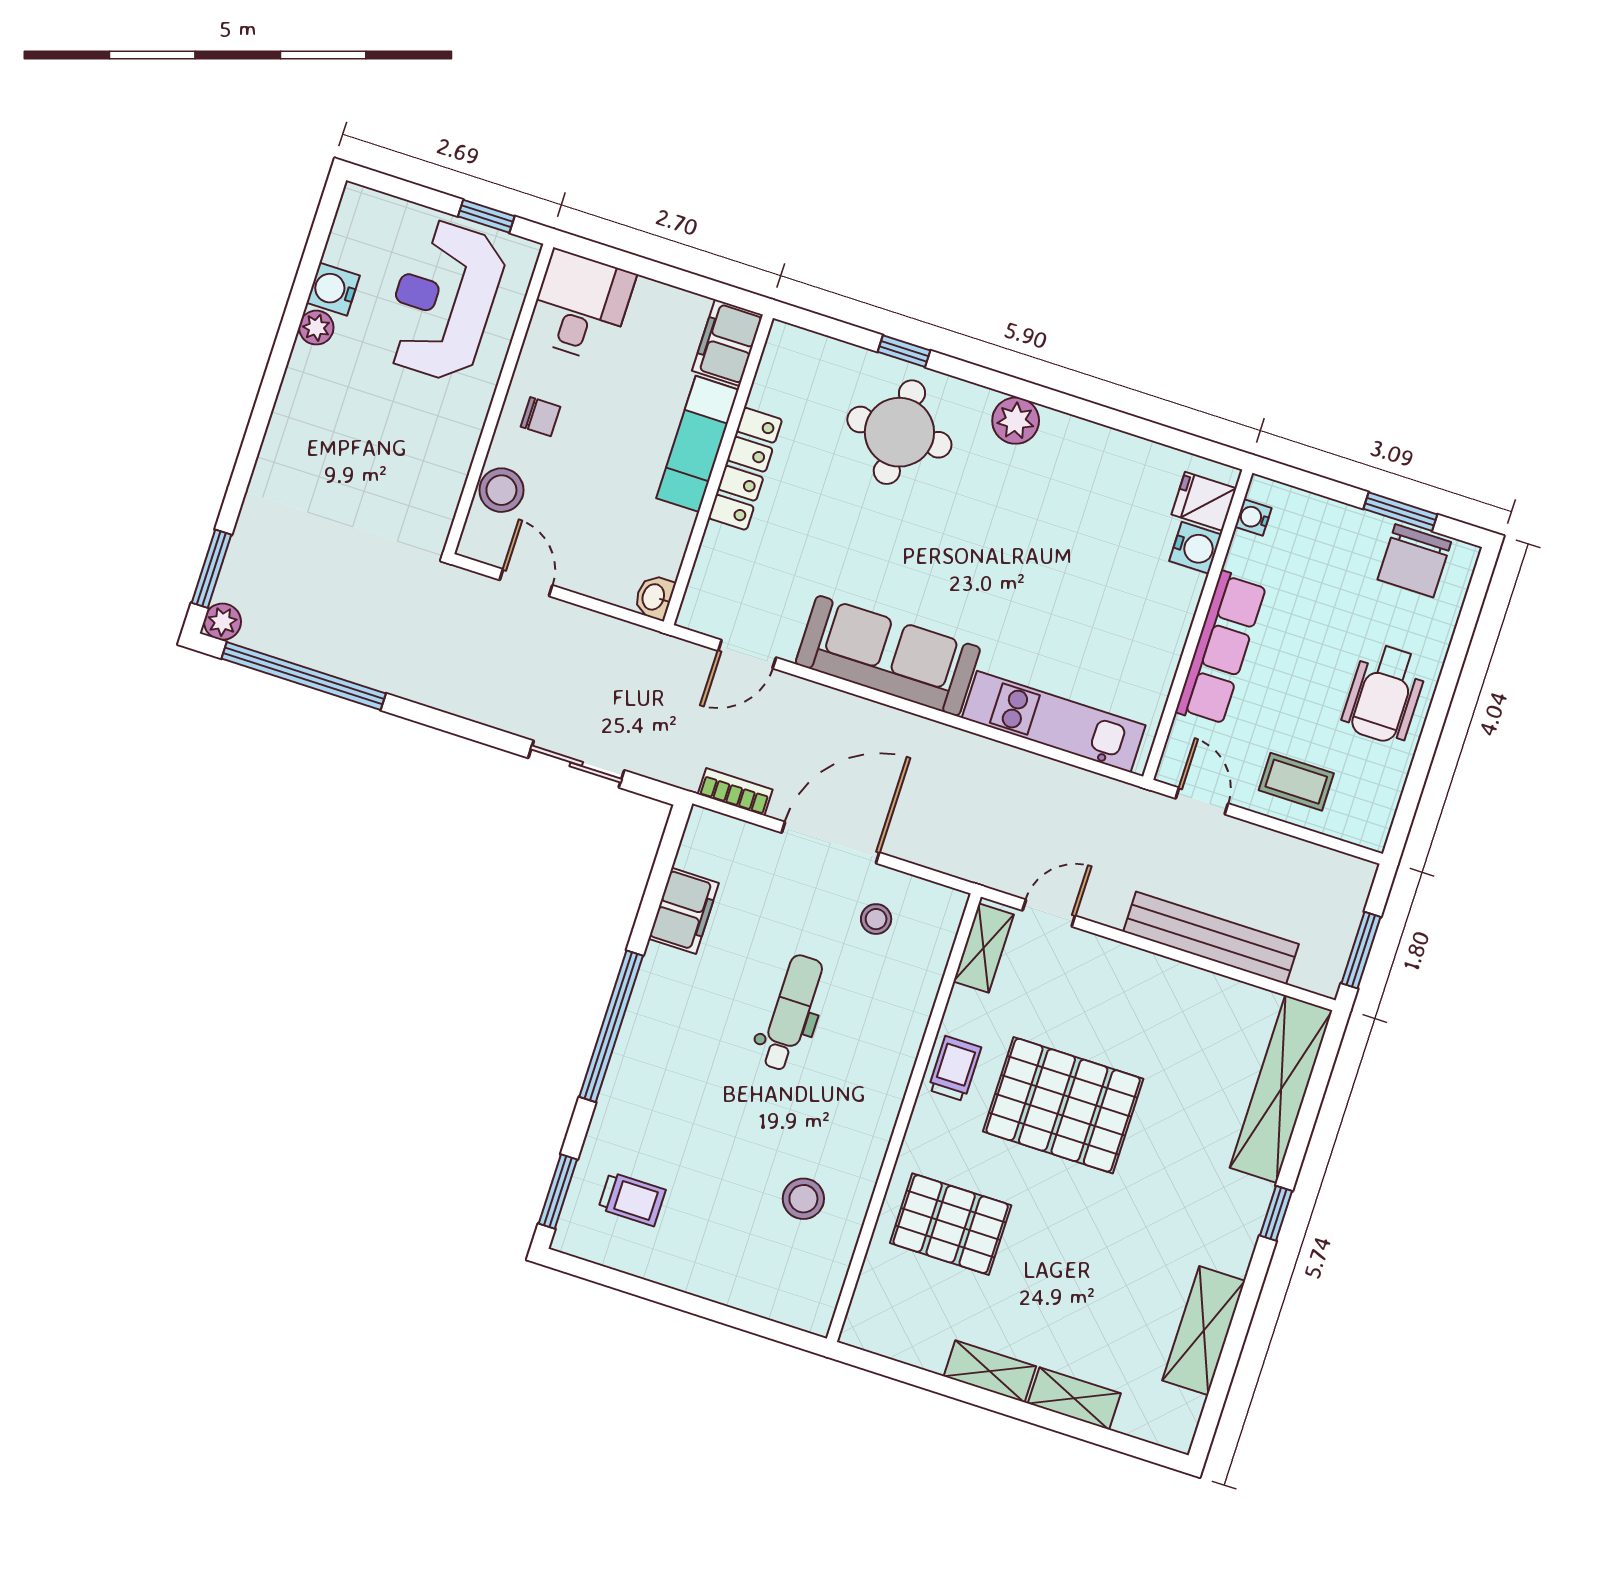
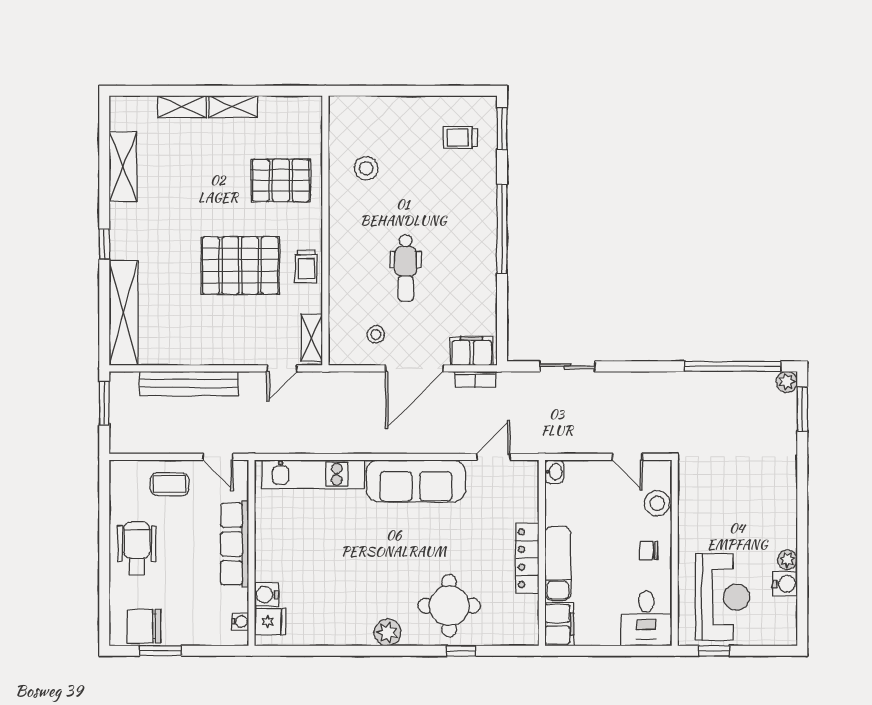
chair: (1414, 561) -> (144, 626), turned -90
filing cabinet: (684, 911) -> (472, 351), moved, turned 90

